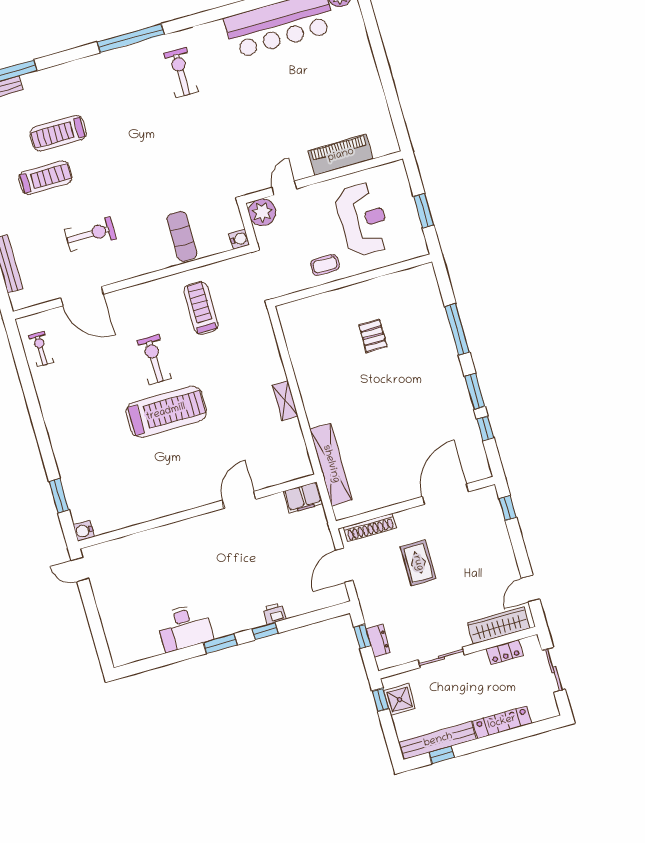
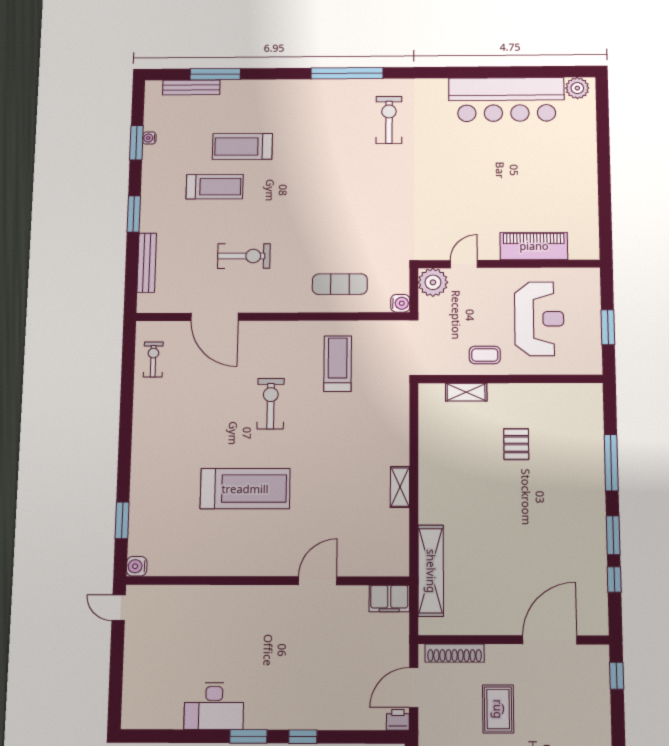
exercise mat: (182, 236) -> (340, 284), turned 90
shelving: (318, 302) -> (466, 392), added
treadmill: (166, 412) -> (245, 489), moved
printer: (274, 613) -> (398, 720), moved

